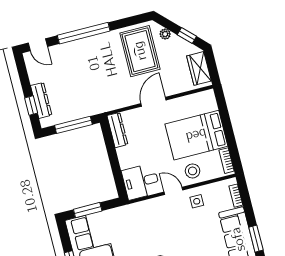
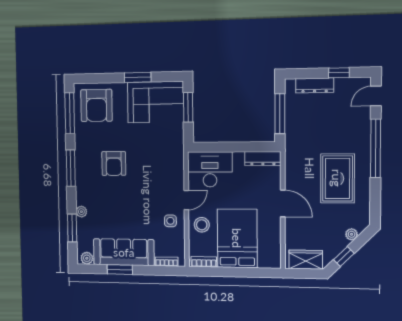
rug: (140, 51) -> (337, 178), moved, turned 90
window: (31, 106) -> (339, 73), moved
desk: (141, 182) -> (210, 169), width x1.37

